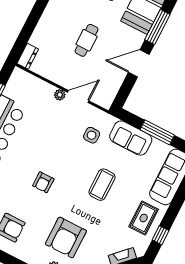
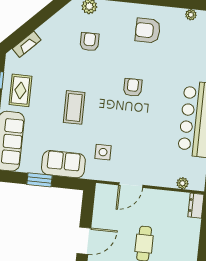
plant: (60, 95) -> (182, 183), moved
window: (157, 132) -> (39, 180), width x0.69
armchair: (66, 237) -> (89, 42), width x0.53, depth x0.53

